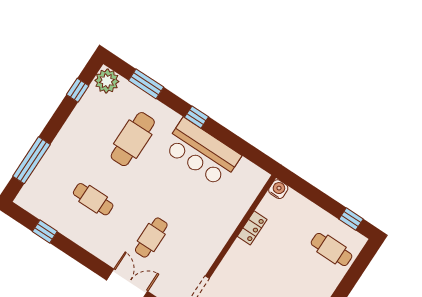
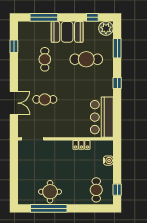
booth: (75, 141) -> (67, 32), added
bar counter: (202, 152) -> (102, 117), moved
water cooler: (278, 189) -> (108, 161), moved

